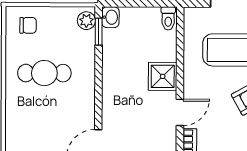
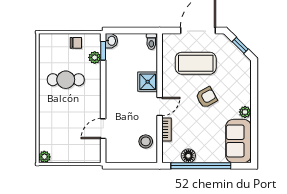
plant: (86, 21) -> (95, 57), moved
chair: (28, 25) -> (76, 43), moved

